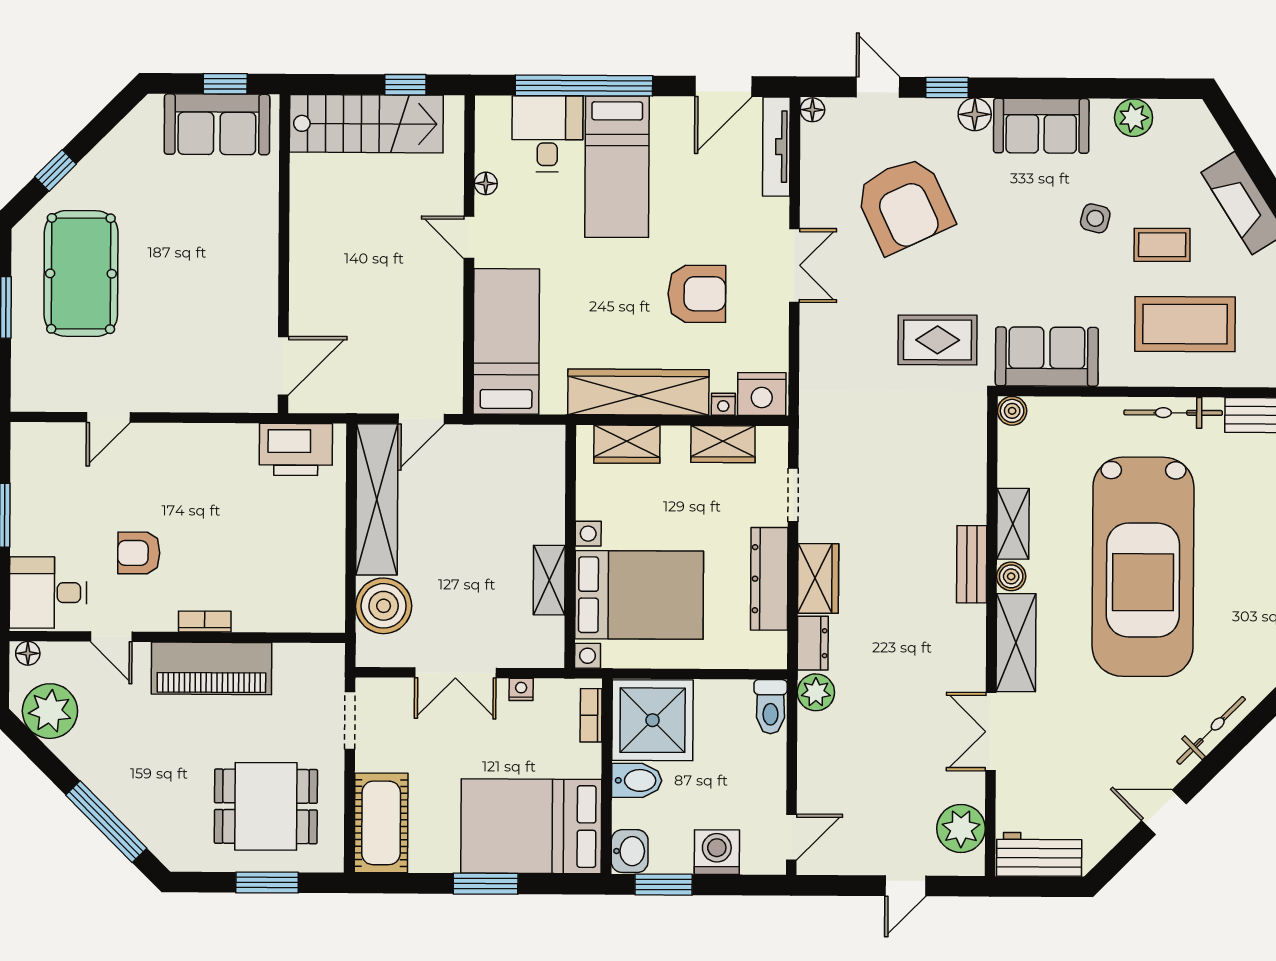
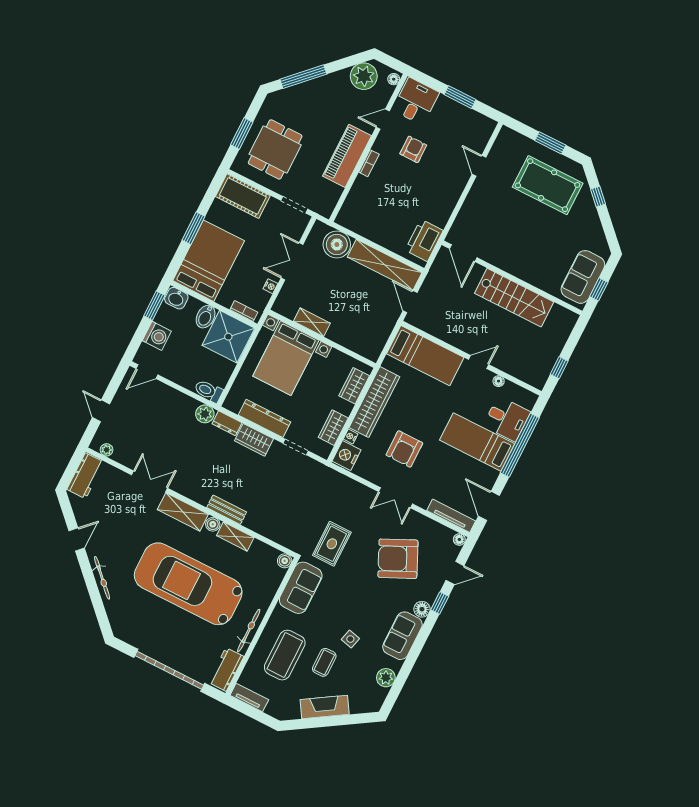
stairs: (366, 124) -> (514, 298), moved, turned -90
plant: (961, 828) -> (107, 450), width x0.53, depth x0.53
door: (791, 837) -> (147, 372), hinge flipped

